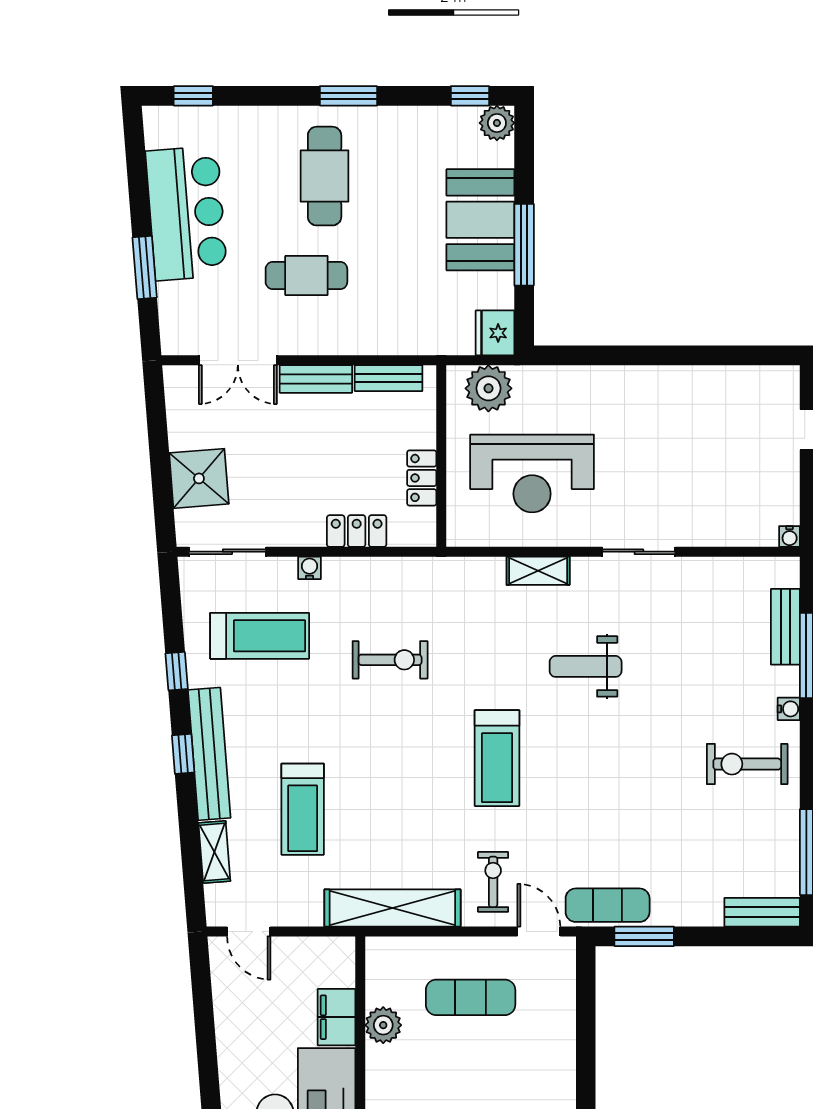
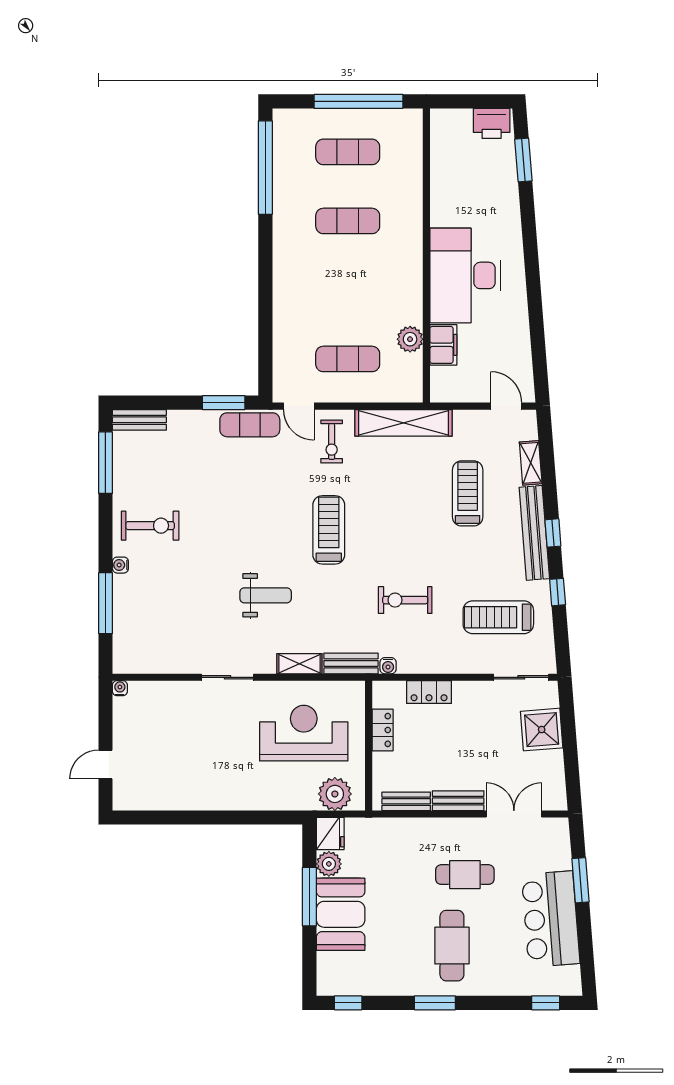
plant: (497, 123) -> (329, 864), moved
water cooler: (310, 568) -> (388, 666), moved
bench: (785, 627) -> (351, 663), moved, turned 90

